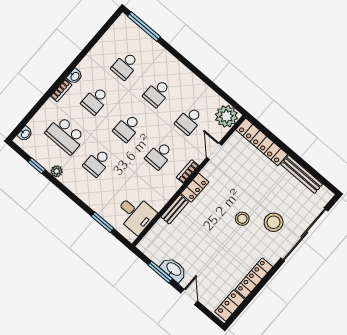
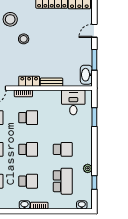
washbasin: (174, 269) -> (86, 75), moved

